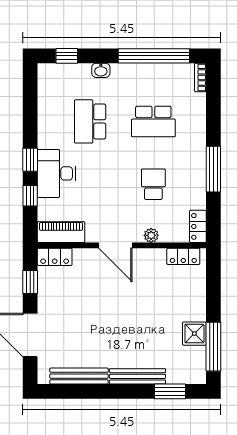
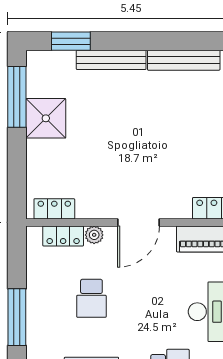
locker: (198, 226) -> (63, 236), moved, turned 90
door: (115, 245) -> (138, 222), swing flipped
shower: (194, 334) -> (46, 118), width x1.36, depth x1.36

